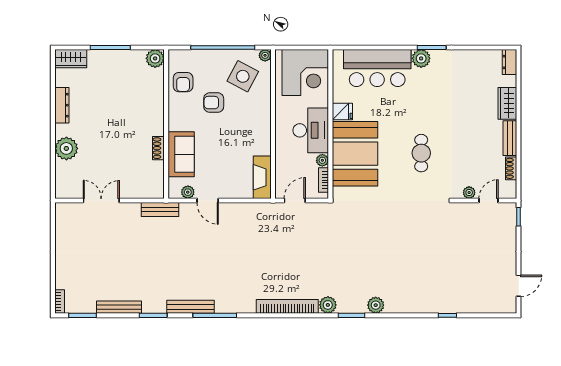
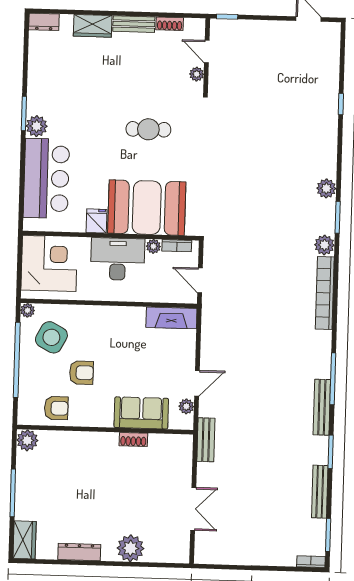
armchair: (214, 103) -> (81, 373), turned -90
double door: (101, 201) -> (193, 509), swing flipped

